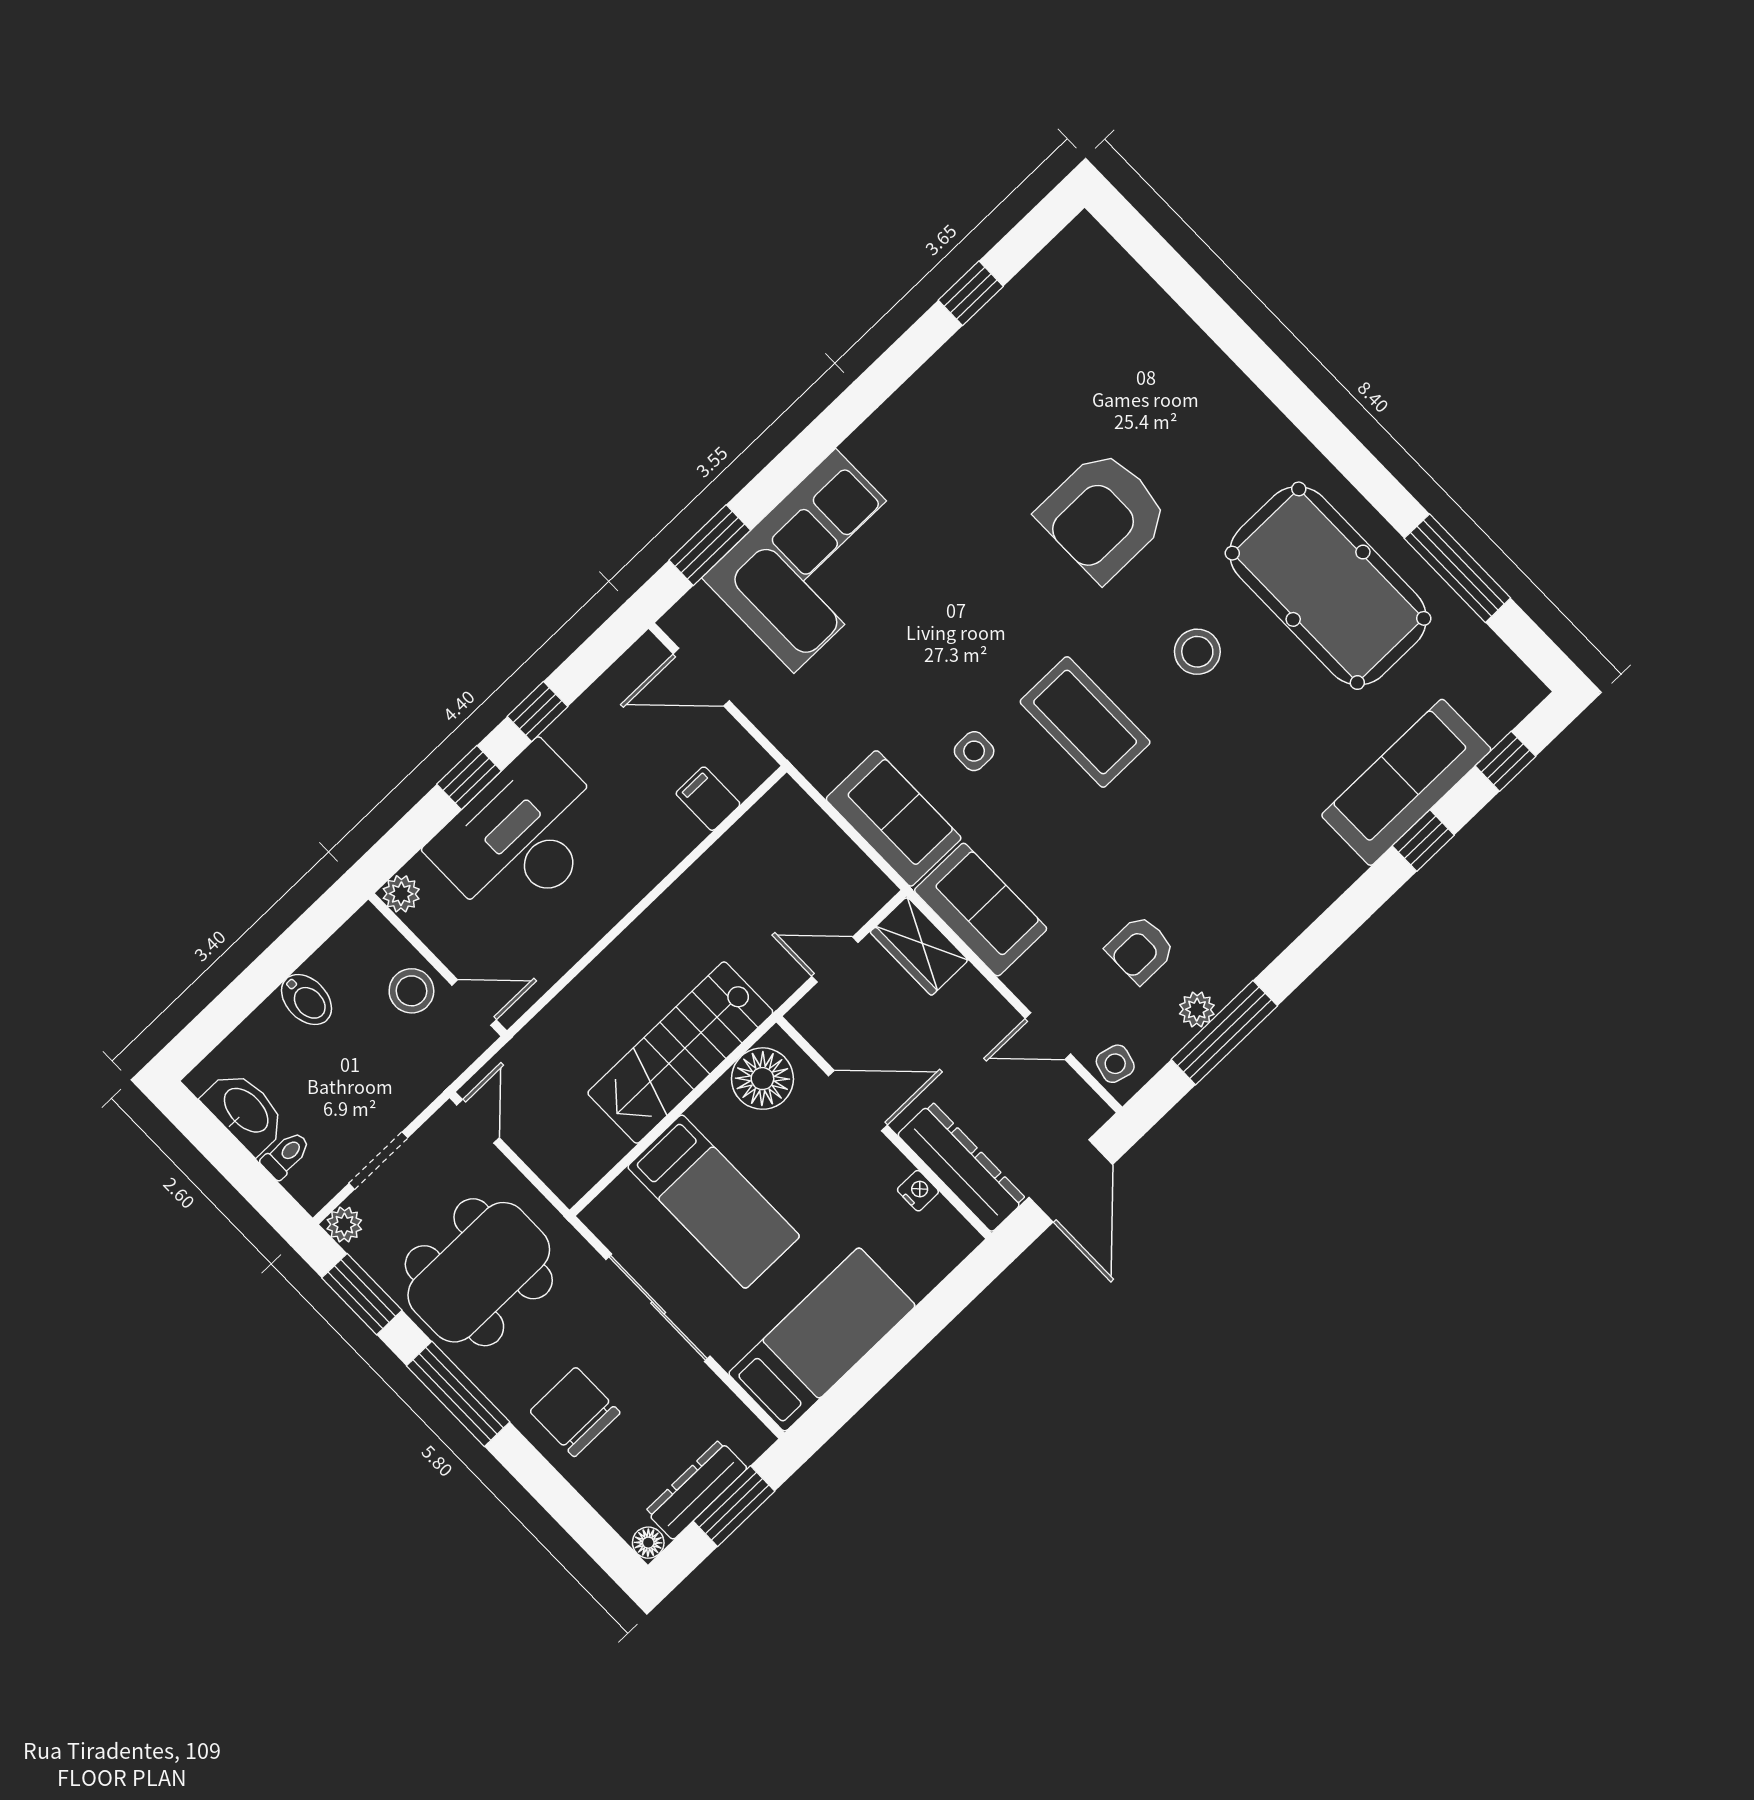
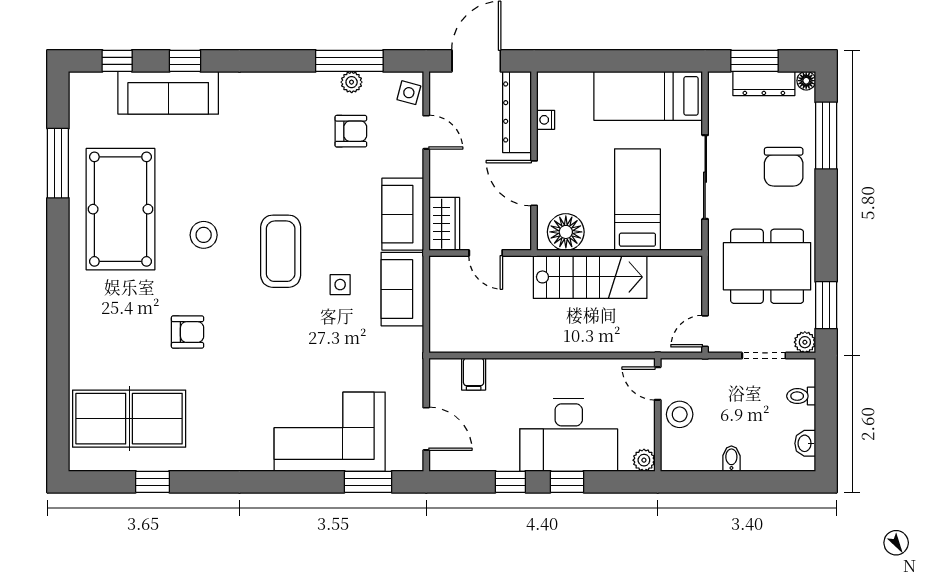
table tennis table: (1073, 342) -> (129, 419), added
armchair: (1103, 515) -> (188, 332), width x0.53, depth x0.53
bidet: (307, 1000) -> (731, 459), width x0.72, depth x0.74
washbasin: (245, 1111) -> (805, 443), width x0.52, depth x0.69
window: (458, 1394) -> (826, 136), moved

